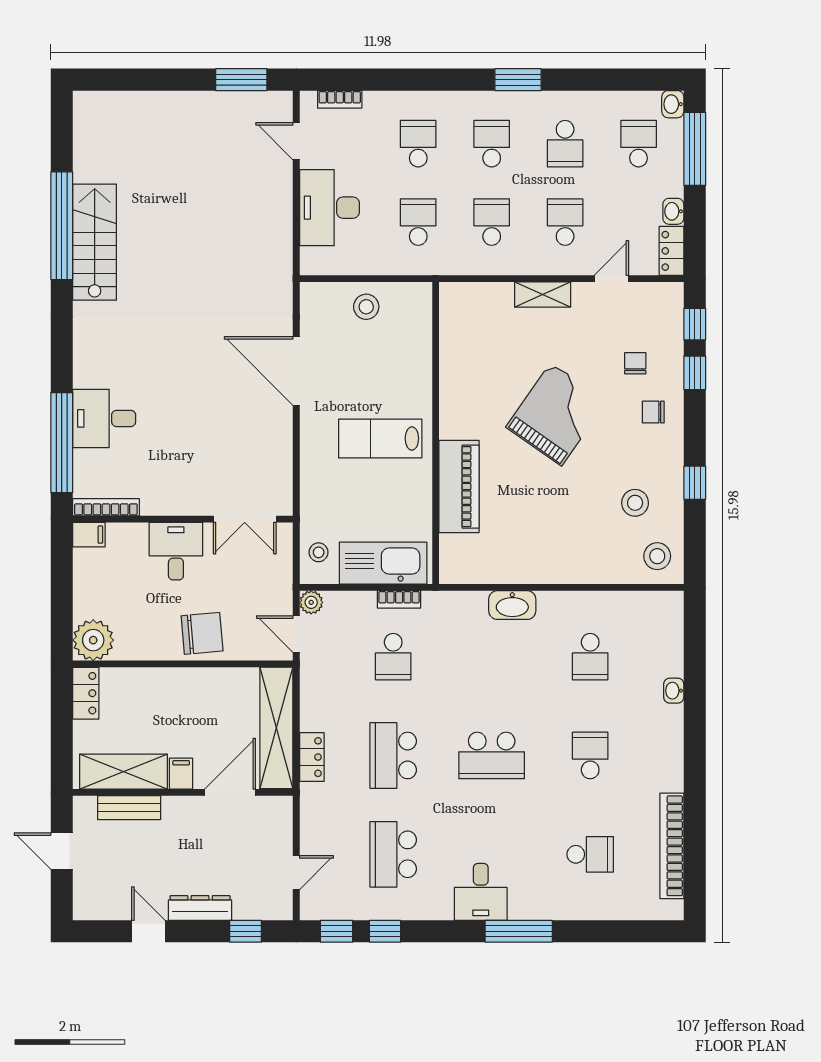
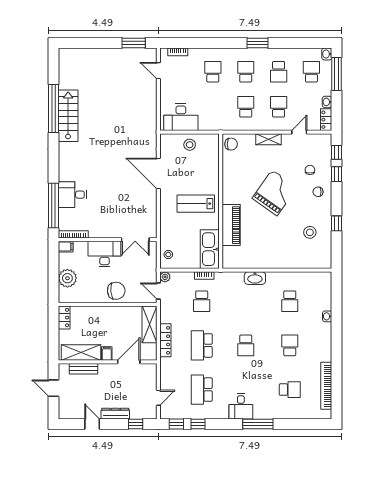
desk: (329, 208) -> (181, 117), moved, turned -90
school desk: (418, 222) -> (213, 107), removed
chair: (459, 305) -> (231, 144), added
desk: (176, 551) -> (104, 254), width x1.37
stool: (657, 556) -> (320, 256), removed
kitchen sink: (383, 563) -> (210, 249), moved, turned -90
plant: (93, 640) -> (67, 278), moved
shelving: (276, 728) -> (149, 324), width x0.68
school desk: (492, 755) -> (246, 345), width x0.54
locker: (312, 757) -> (165, 340), width x1.53

